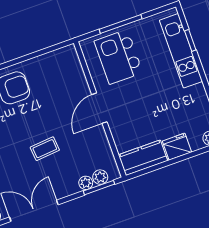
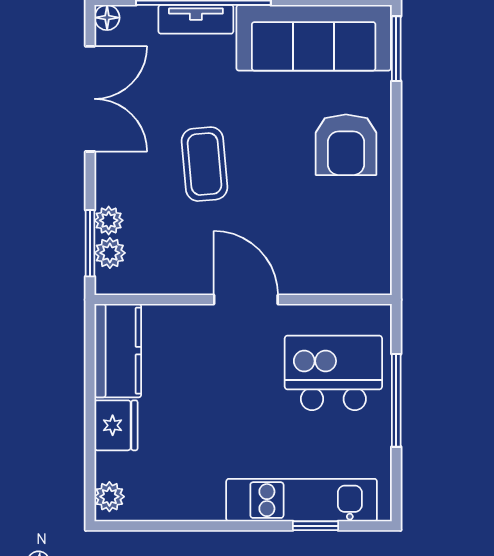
coffee table: (45, 149) -> (204, 164), width x1.36, depth x1.30

